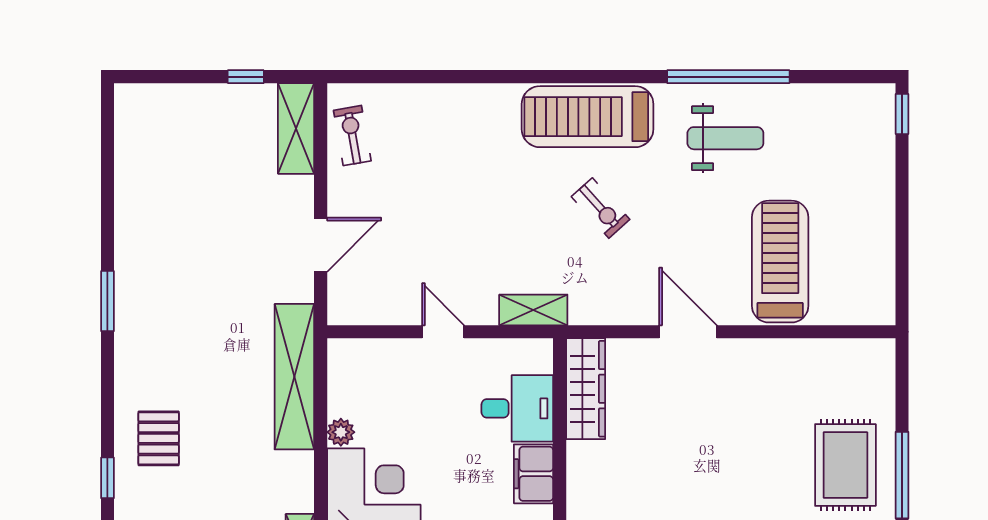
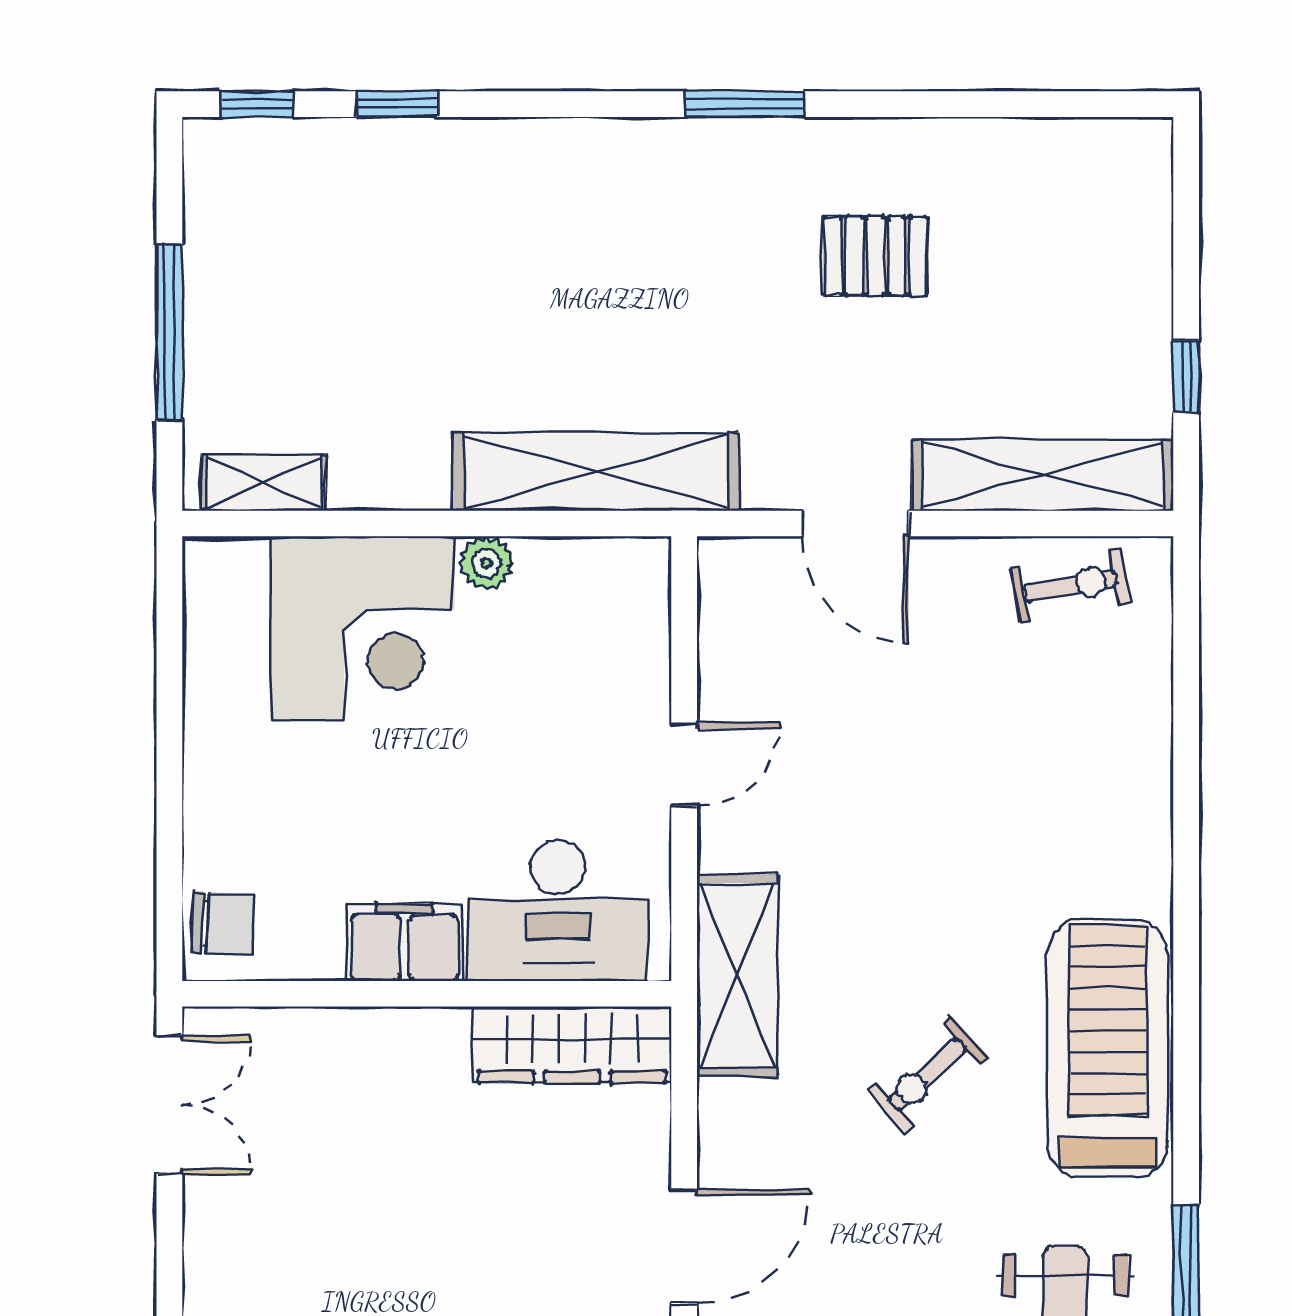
shelving: (296, 128) -> (1043, 475), width x1.47
shelving: (533, 310) -> (737, 975), width x1.50, depth x1.33
desk: (517, 408) -> (558, 910), width x1.37
pallet: (159, 438) -> (876, 256), moved

